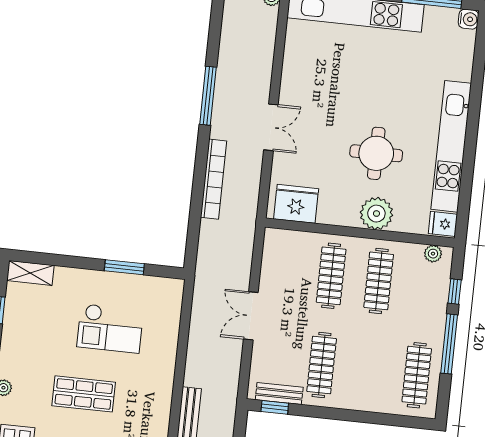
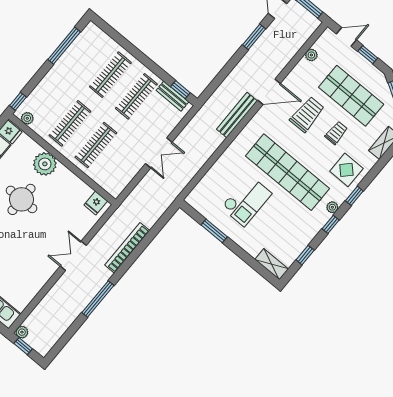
fridge: (296, 204) -> (96, 203), width x0.53, depth x0.75
window: (455, 291) -> (18, 101), moved
checkout: (110, 328) -> (246, 200), turned 90
window: (449, 344) -> (64, 46), moved
clothes rail: (417, 375) -> (110, 75), moved
shop shelf: (84, 394) -> (288, 172), width x2.00, depth x1.36

